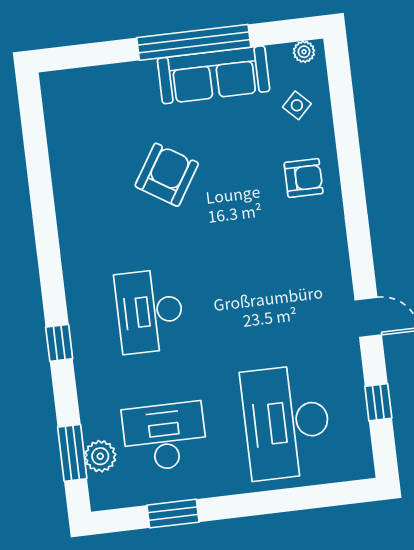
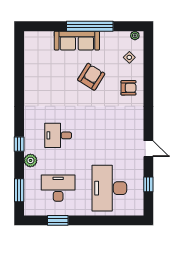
sofa: (214, 75) -> (77, 41), moved
armchair: (167, 175) -> (91, 77), moved
desk: (150, 311) -> (58, 135), width x0.73
plant: (100, 456) -> (30, 160), moved

